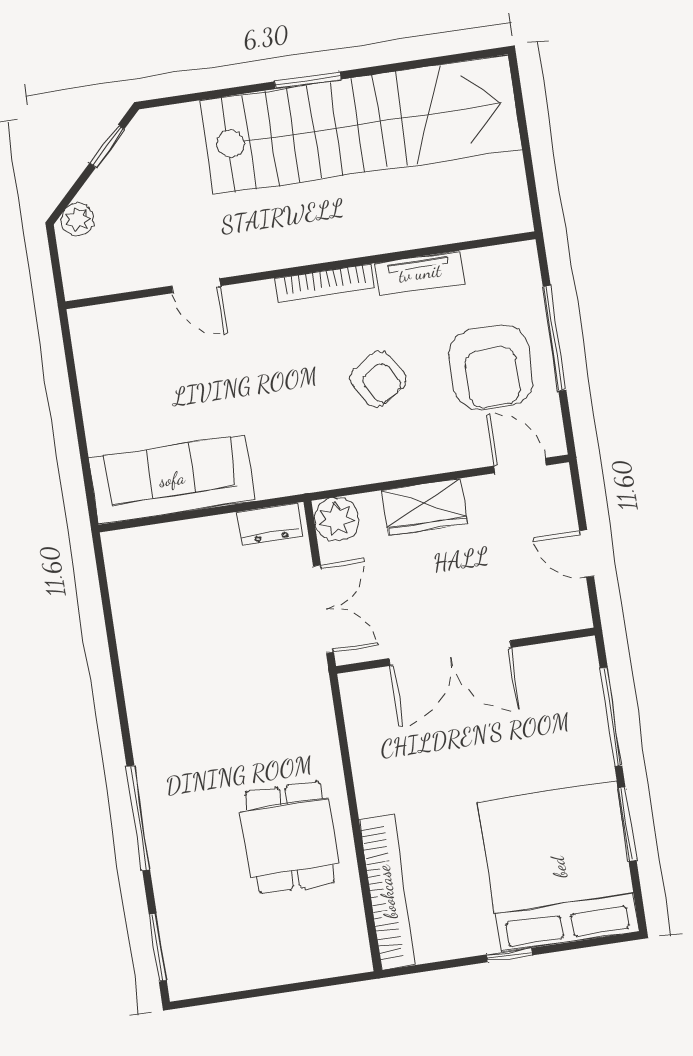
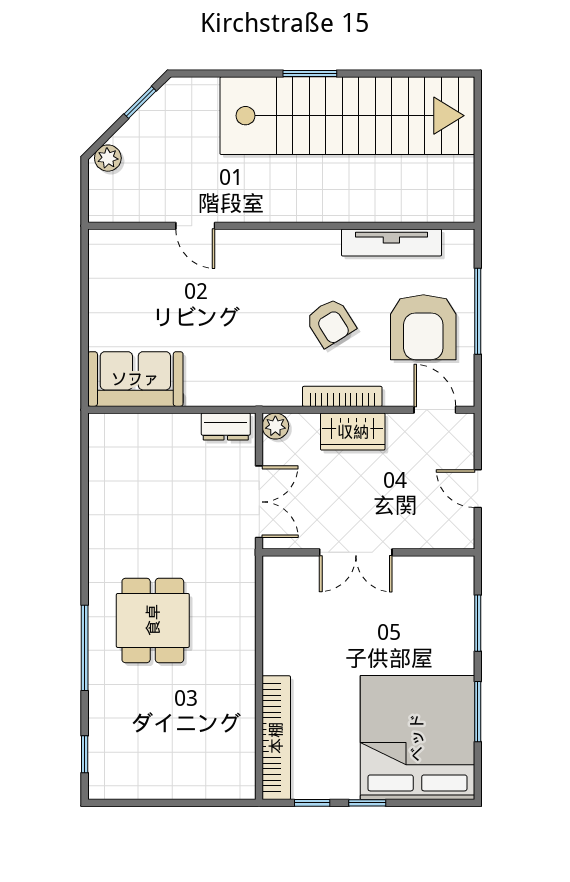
tv unit: (420, 273) -> (391, 242), width x1.41
bookcase: (325, 283) -> (342, 396), moved, turned 180
sofa: (172, 479) -> (135, 379), width x0.73
plant: (336, 519) -> (275, 426), width x0.73, depth x0.73
double door: (450, 653) -> (356, 552), width x0.73
window: (611, 717) -> (478, 623), width x0.69
dining table: (289, 837) -> (153, 620), moved
window: (158, 947) -> (85, 754), width x0.67
window: (443, 965) -> (312, 803), added

